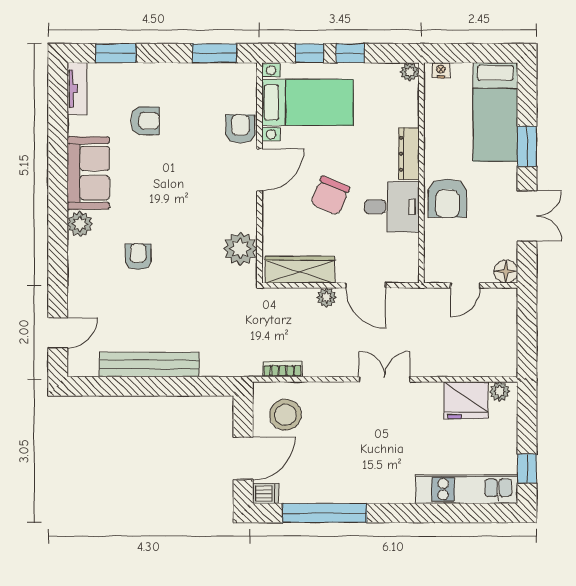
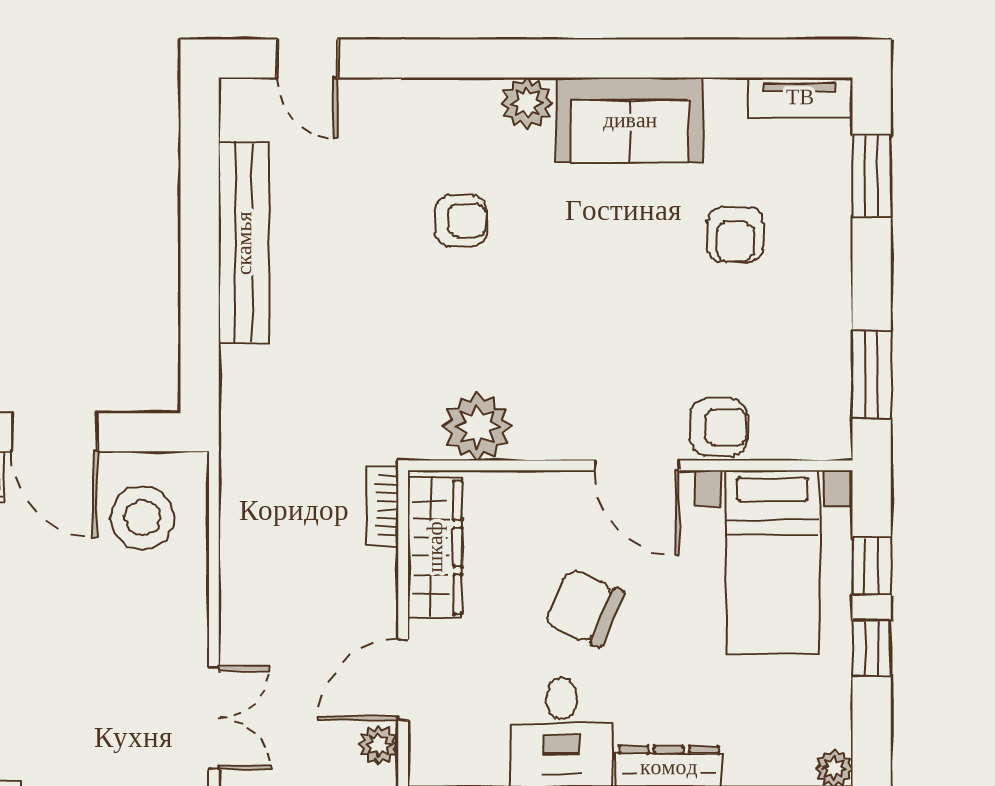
plant: (326, 297) -> (379, 745), moved
bookcase: (282, 369) -> (382, 506), moved, turned 180

